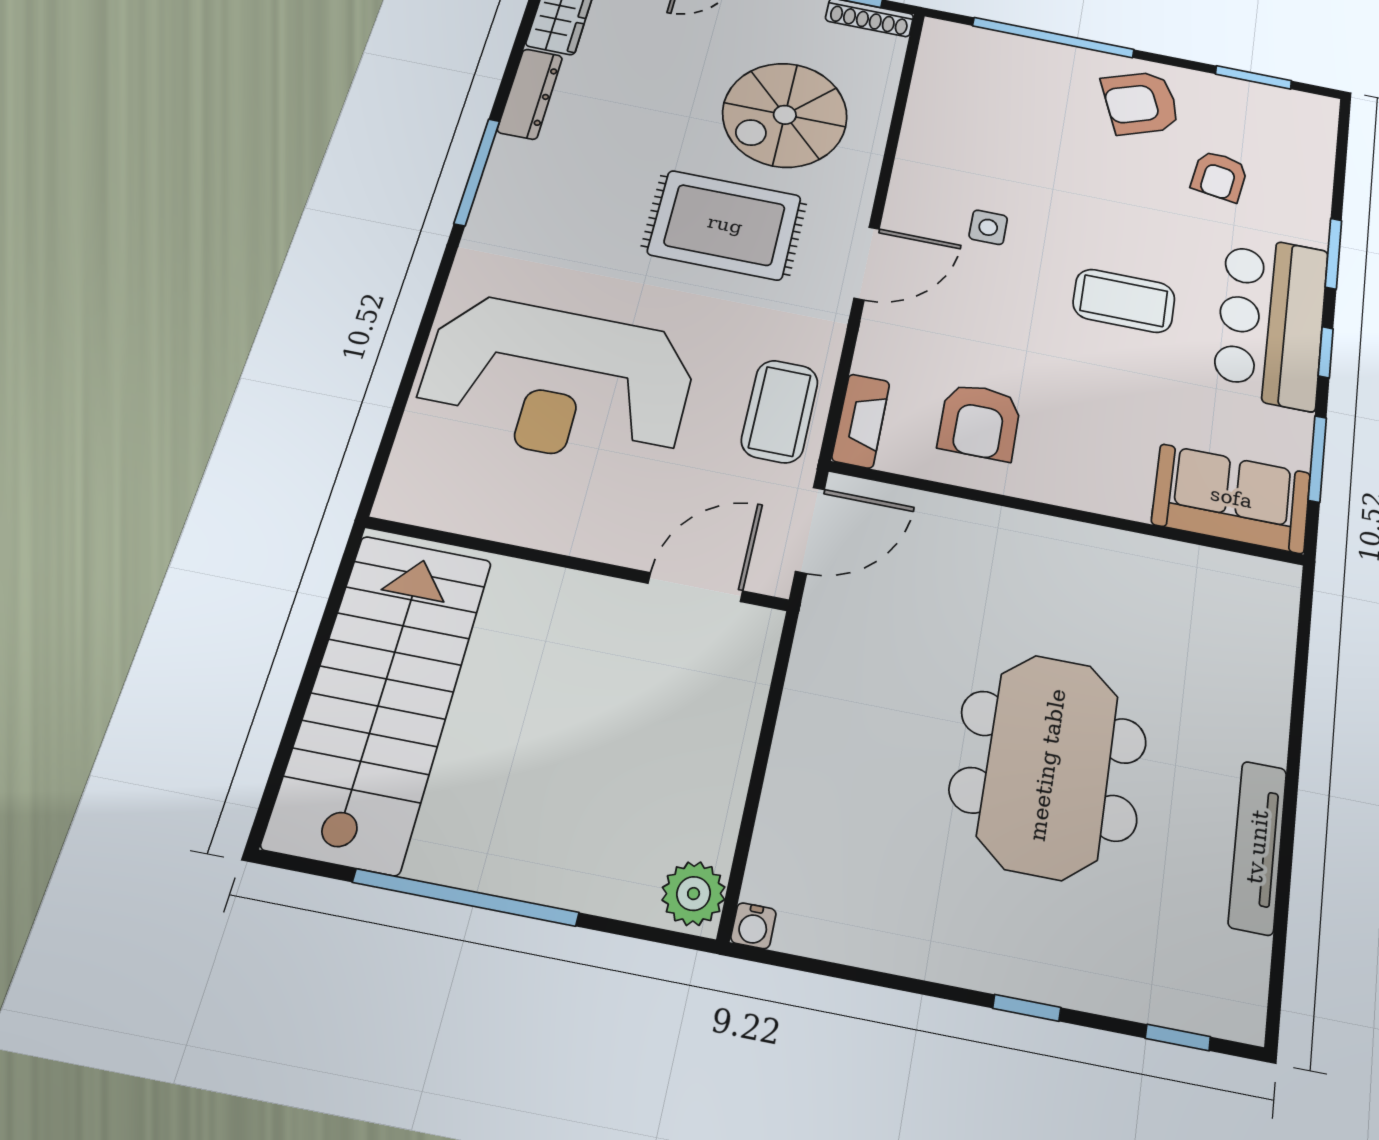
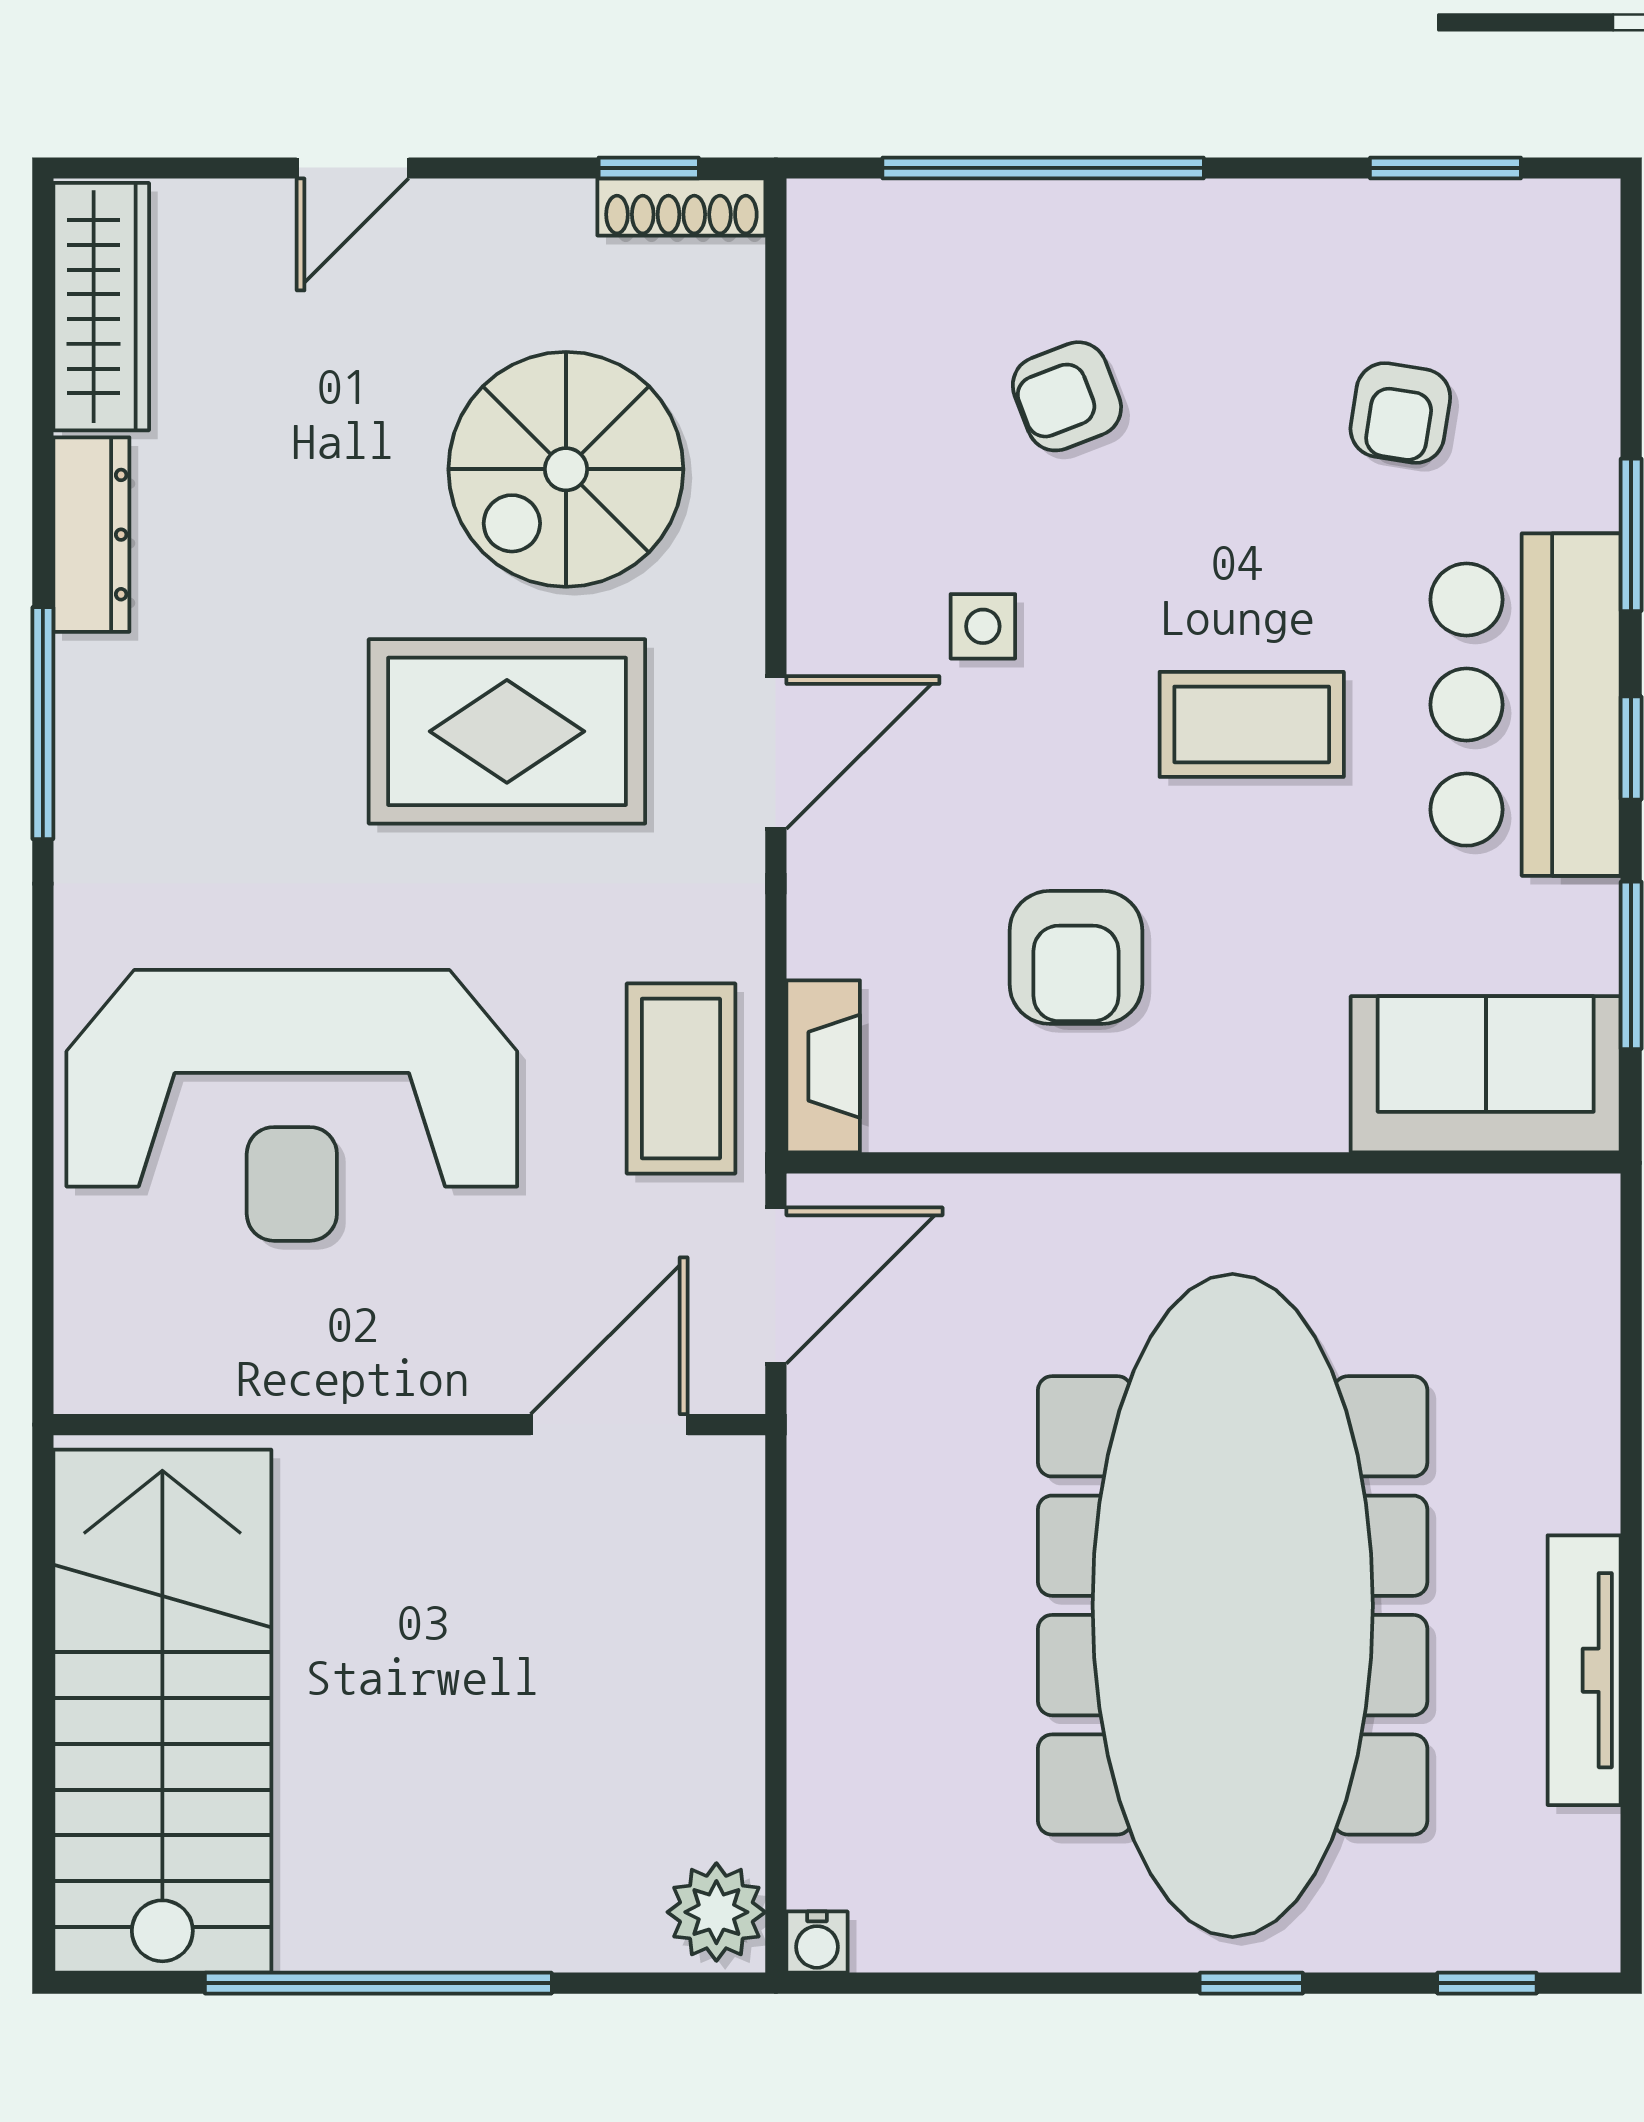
armchair: (1141, 103) -> (1067, 396), moved, width x0.72, depth x0.72
armchair: (980, 422) -> (1076, 957), moved
meeting table: (1048, 765) -> (1233, 1605), width x1.86, depth x1.27

